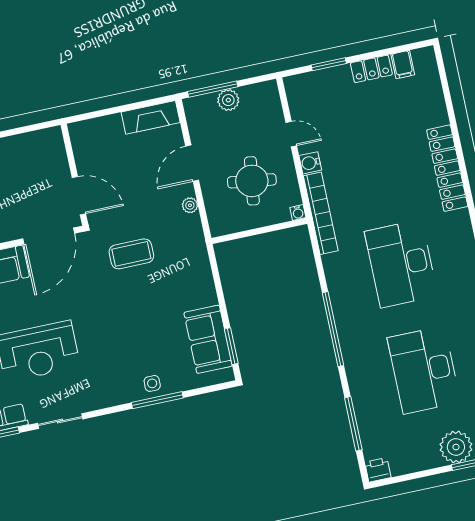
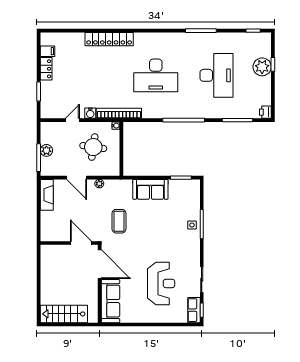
door: (79, 196) -> (81, 243), hinge flipped
sofa: (208, 339) -> (150, 189), moved
desk: (424, 370) -> (216, 75), turned -90

